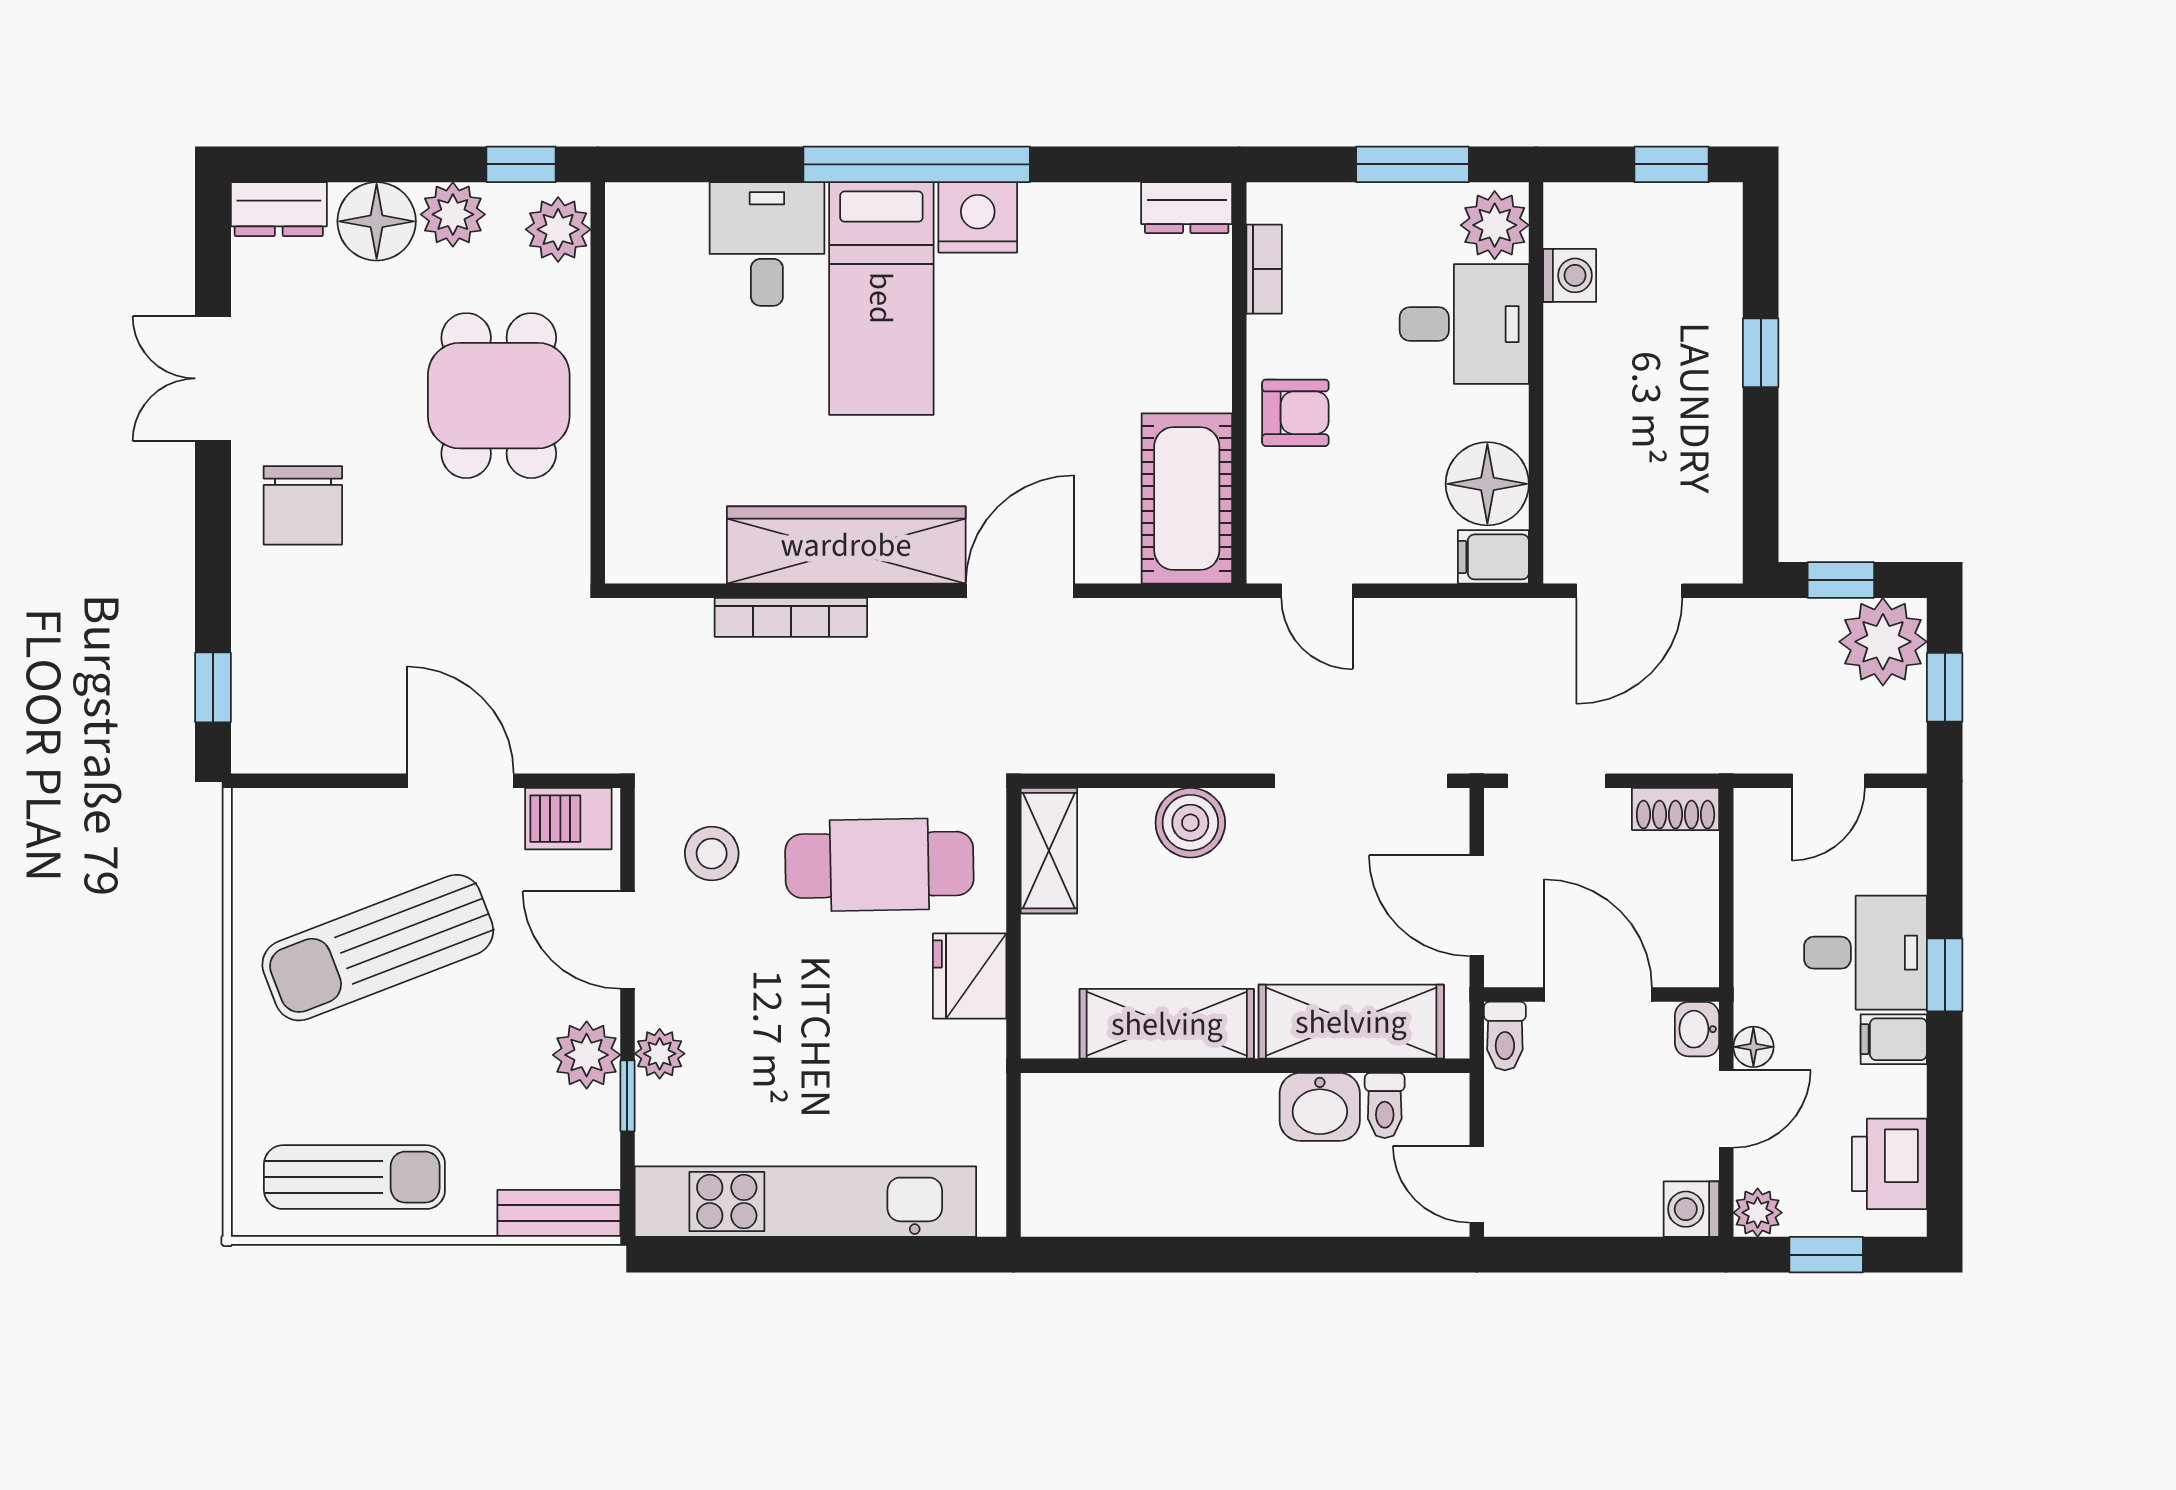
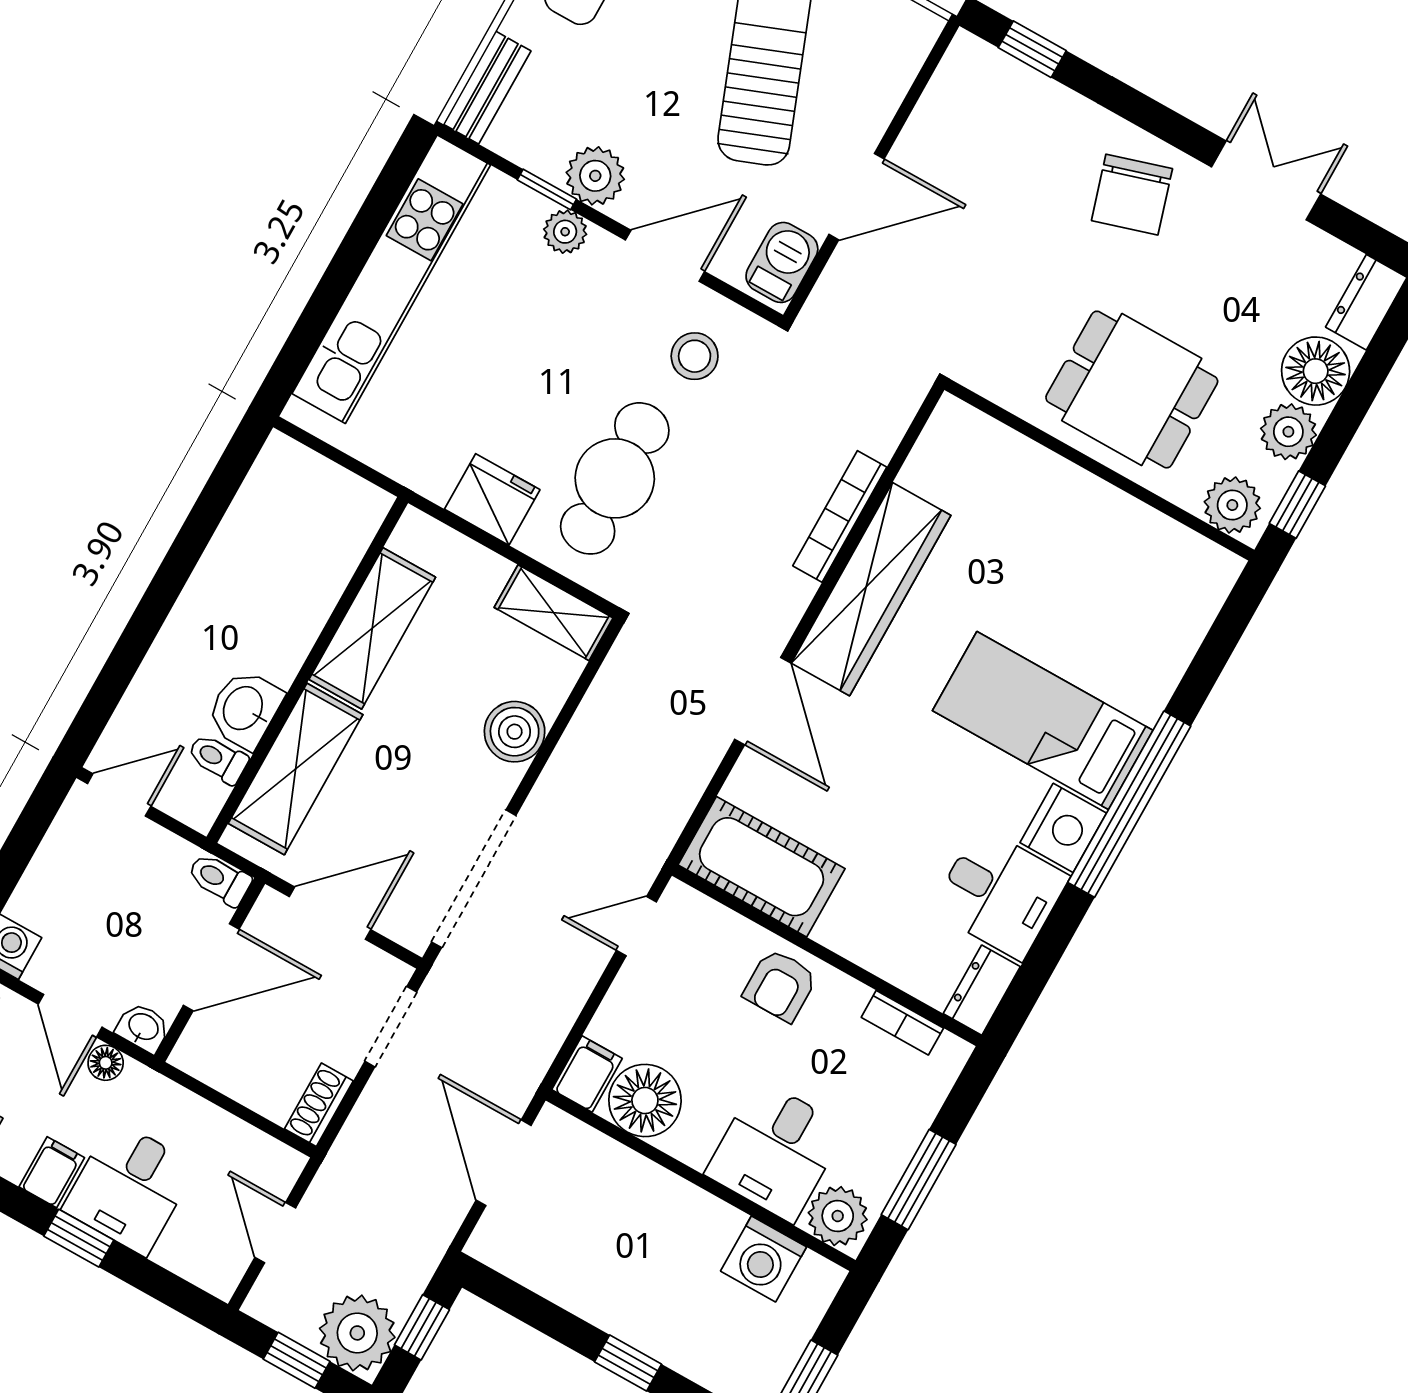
desk: (767, 244) -> (1000, 893), moved
washing machine: (1570, 275) -> (763, 1259), width x1.38, depth x1.38
chair: (303, 505) -> (1132, 195), turned -107

